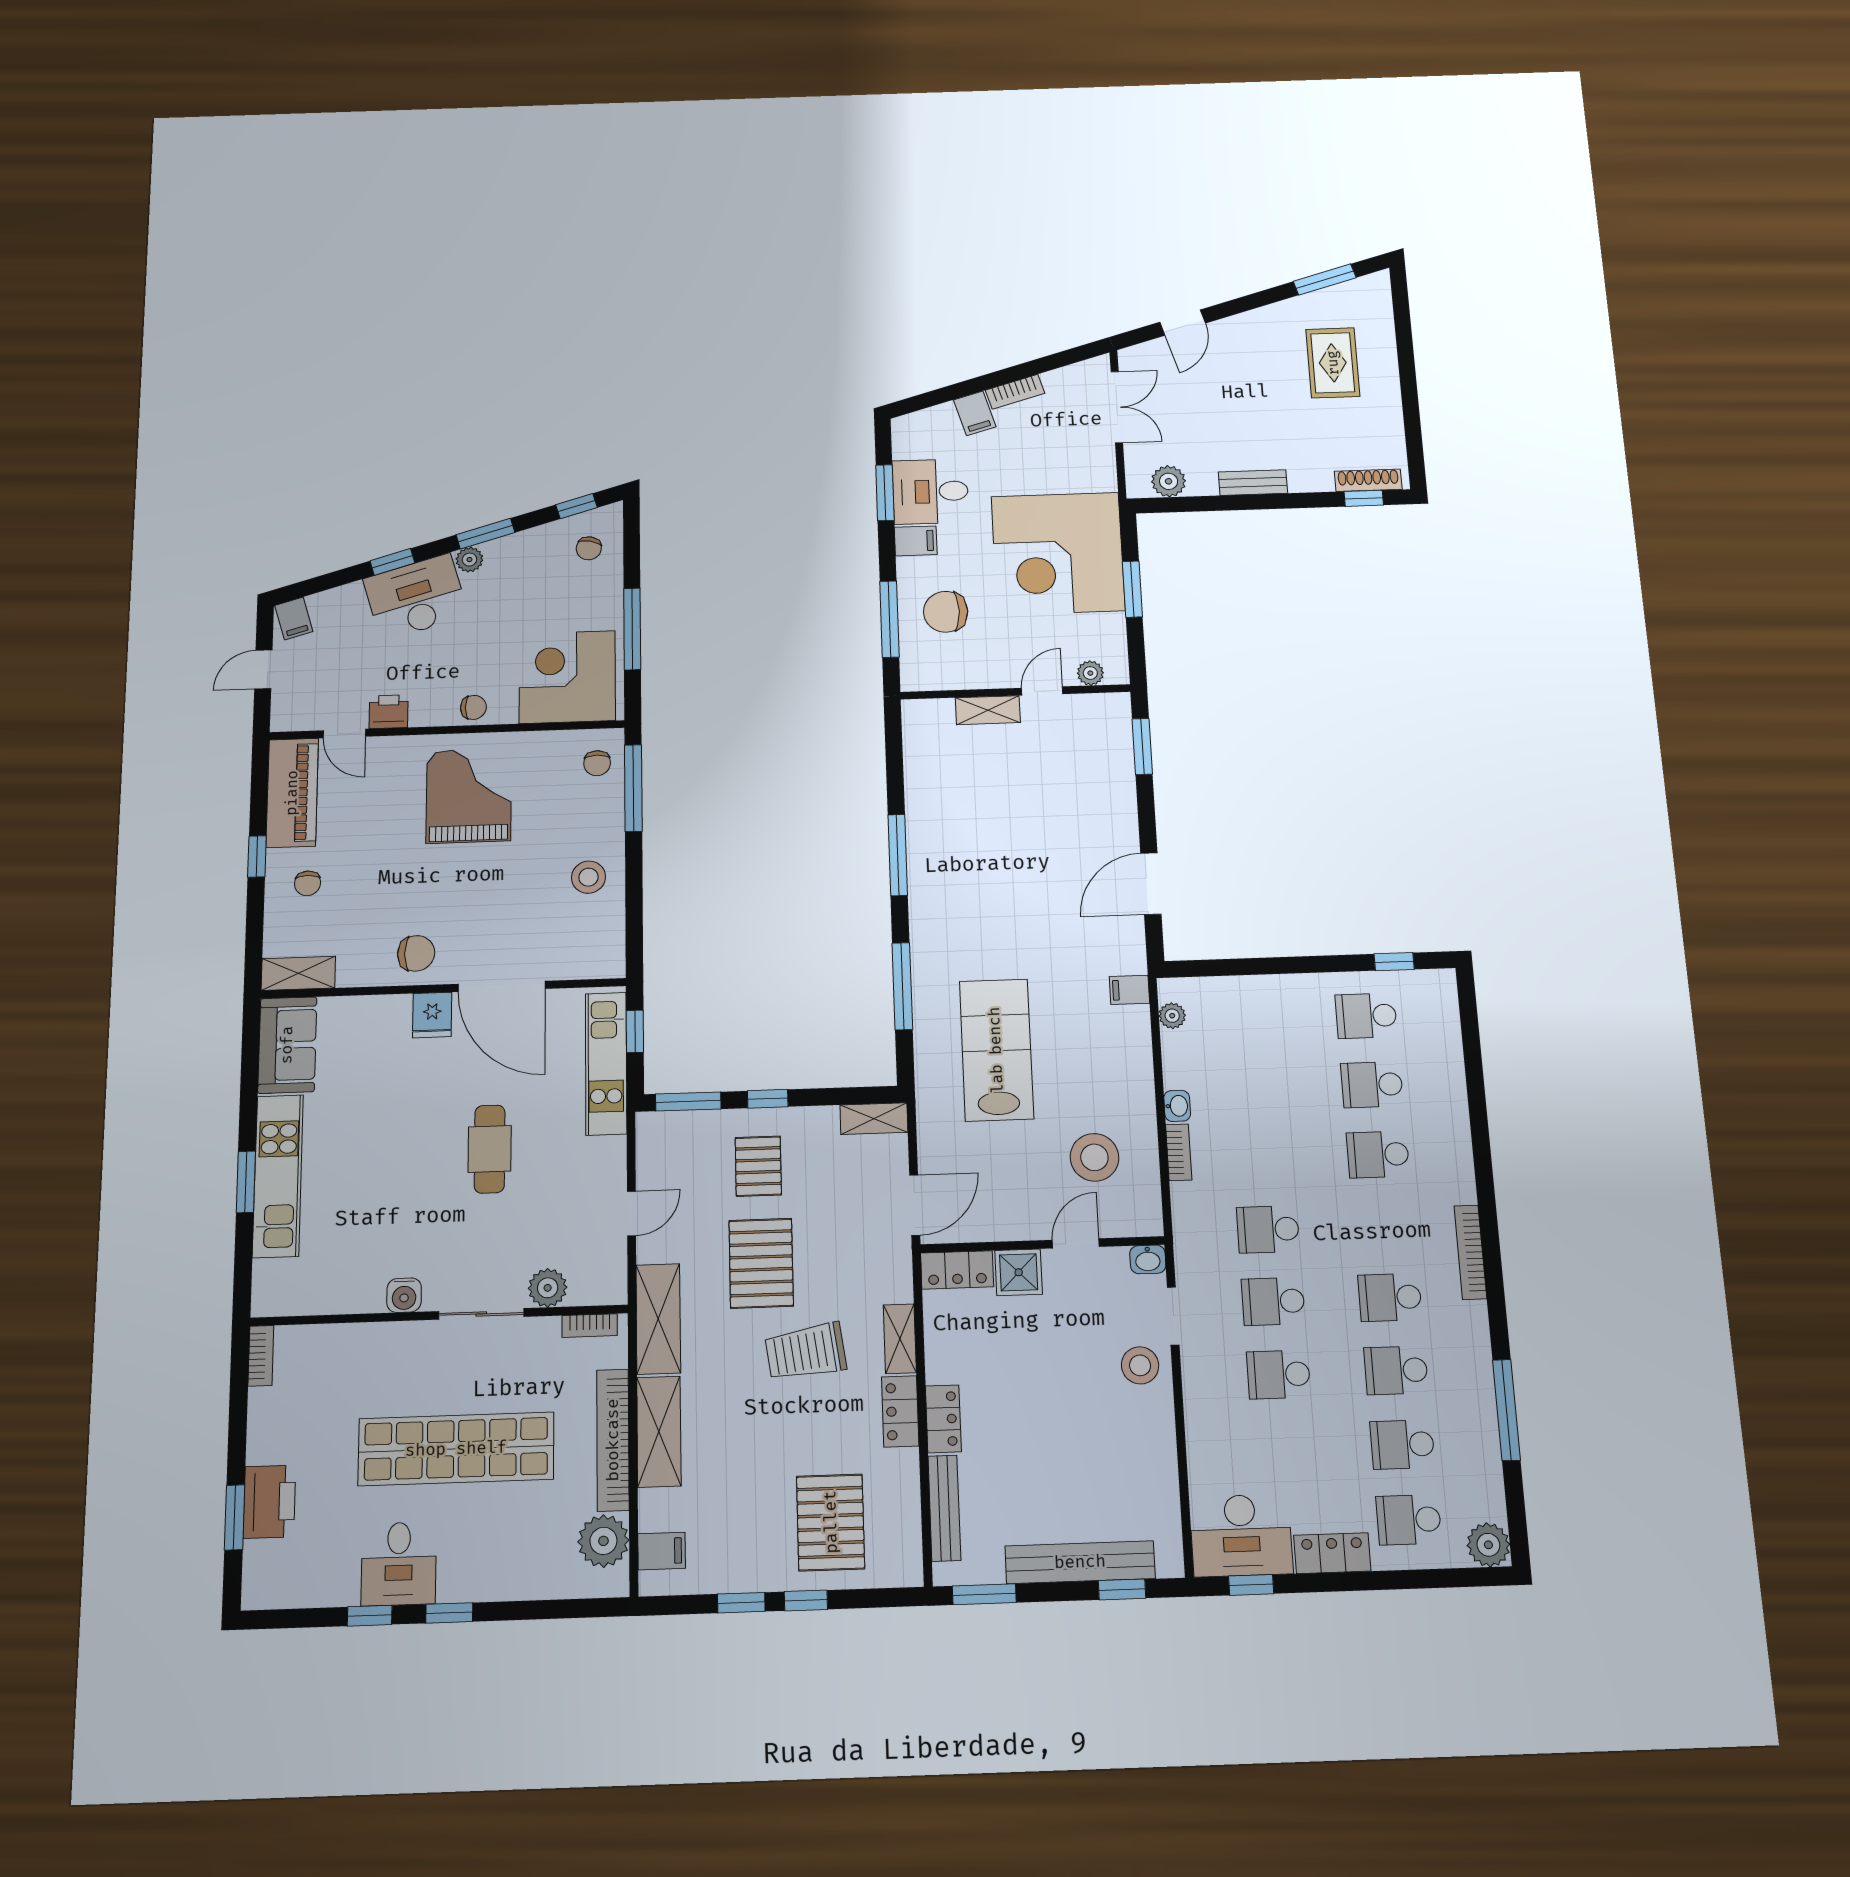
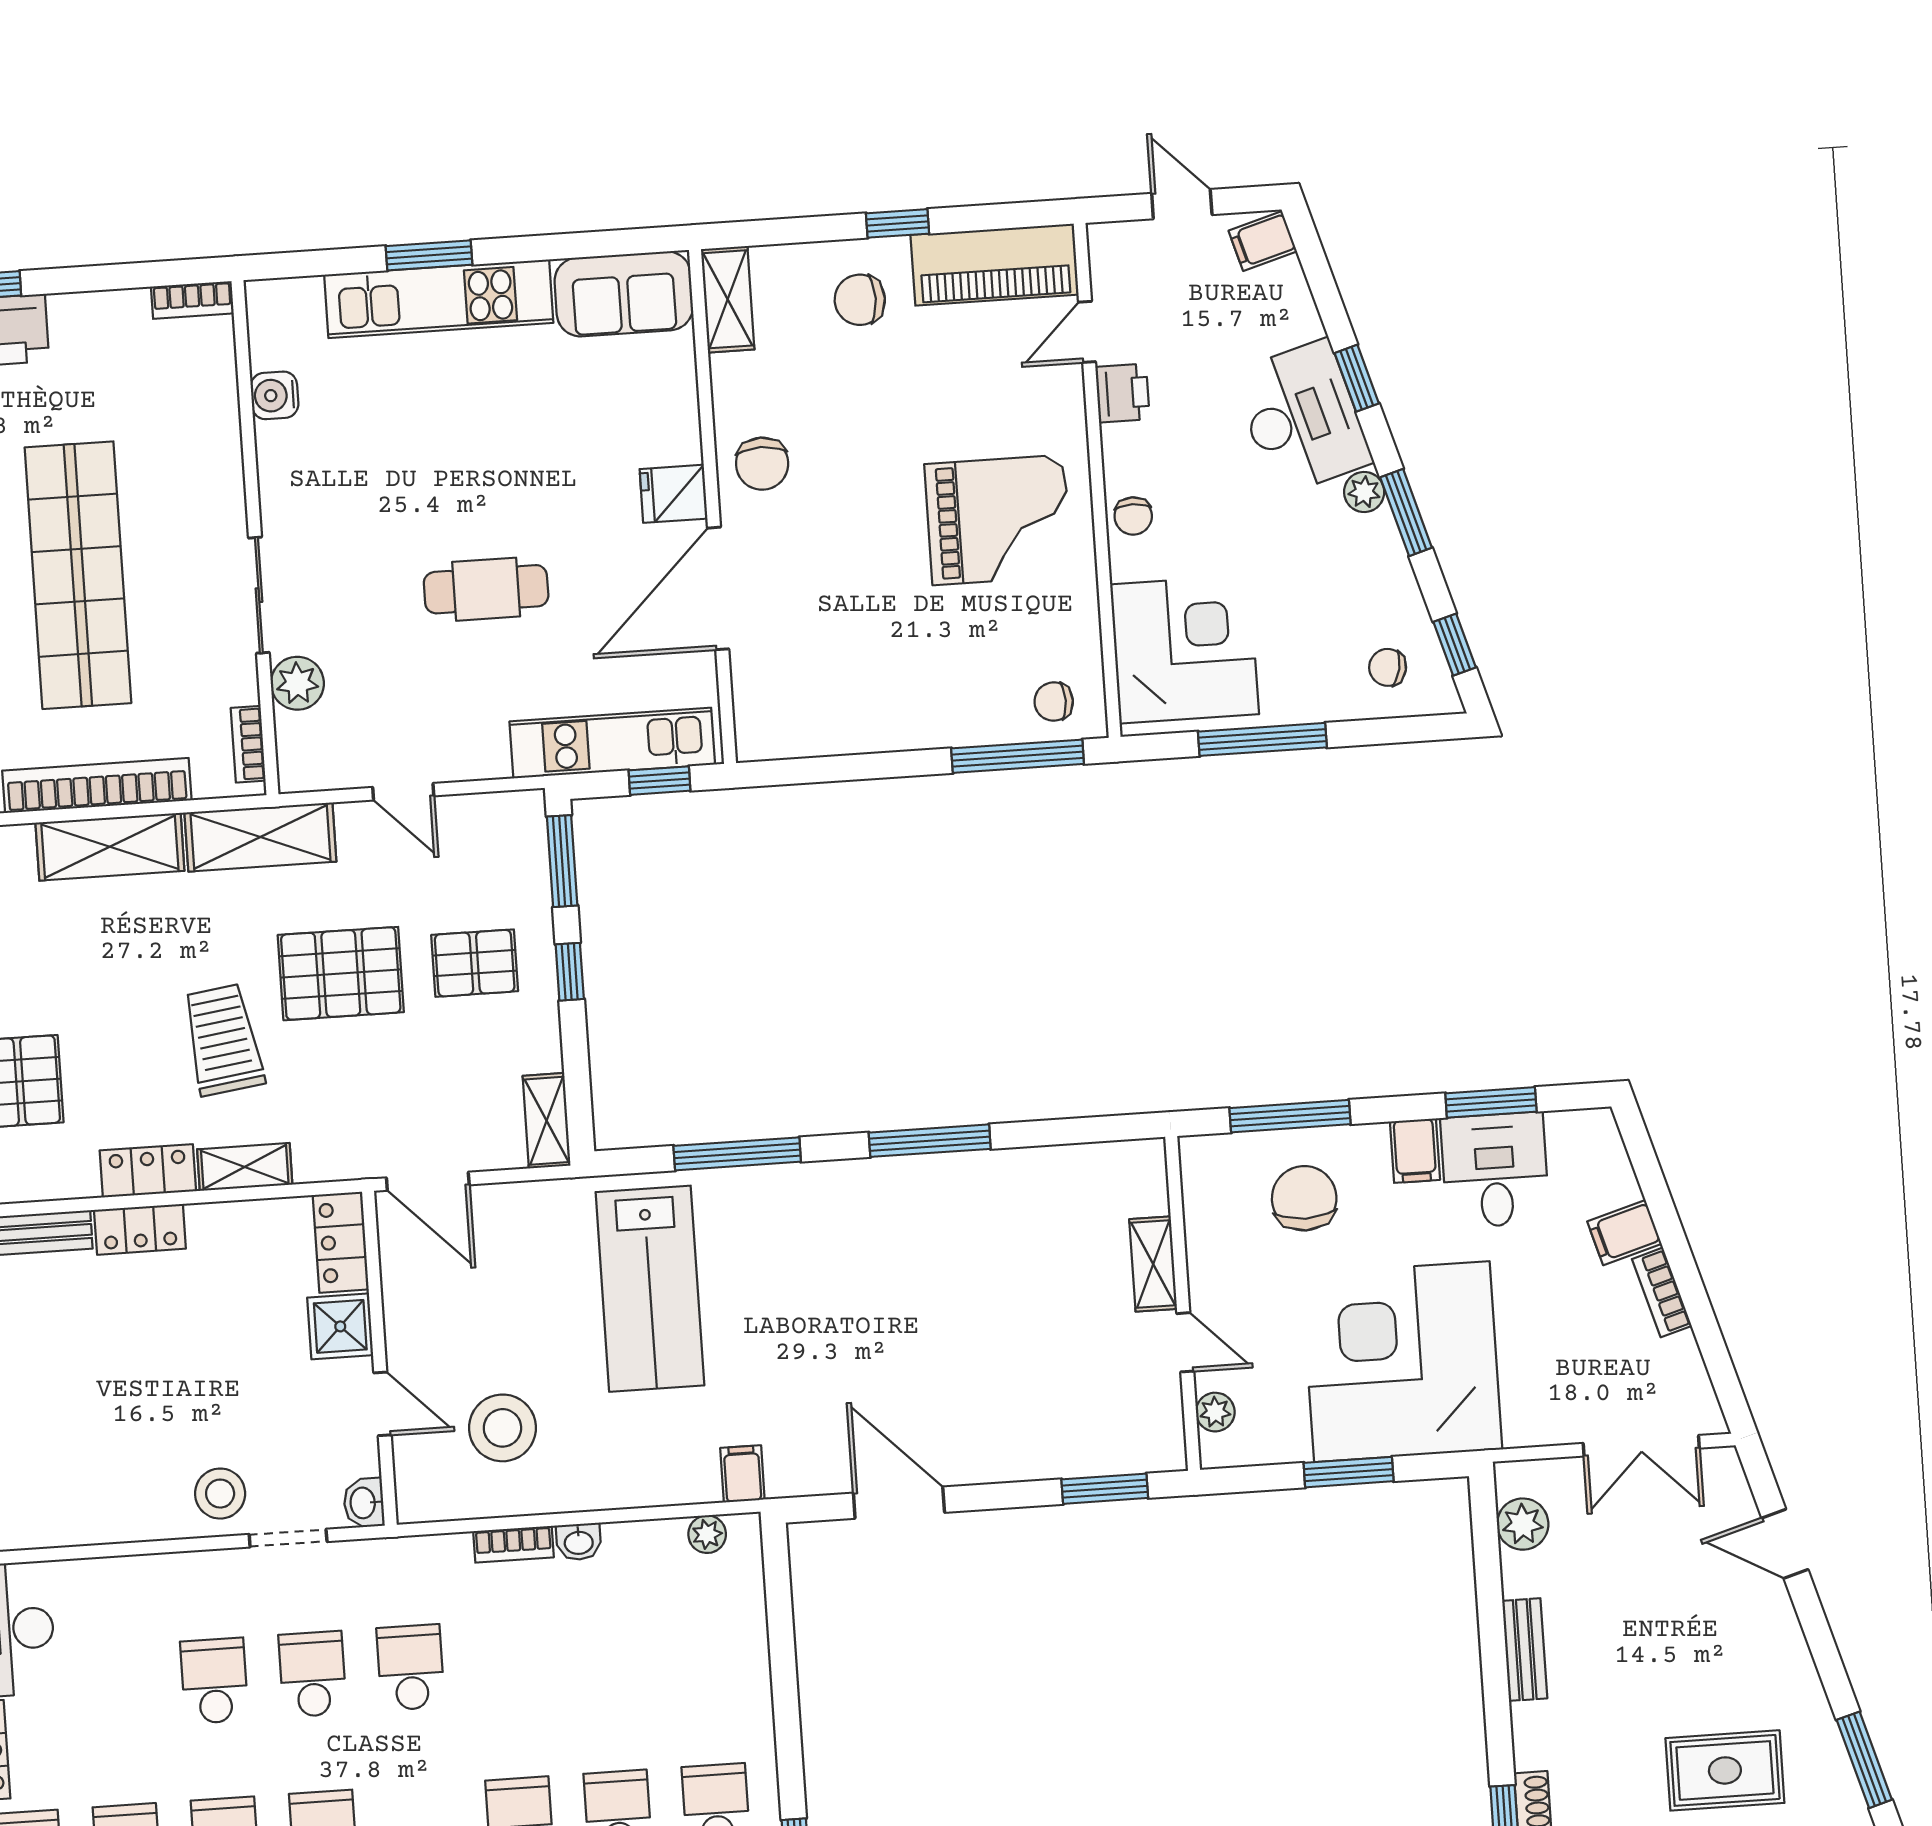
stool: (588, 877) -> (882, 700), removed
chair: (308, 883) -> (860, 300), width x1.37, depth x1.37
lab bench: (996, 1050) -> (650, 1289), turned 90
water cooler: (404, 1295) -> (274, 395), moved

